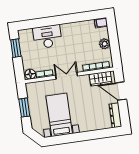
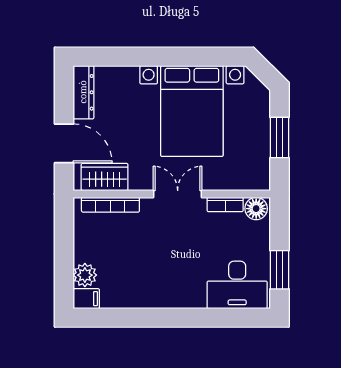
desk: (47, 37) -> (237, 285), moved
plant: (105, 44) -> (85, 275), moved
double door: (67, 76) -> (178, 194), swing flipped
bed with nightstands: (59, 115) -> (192, 111), width x1.36

